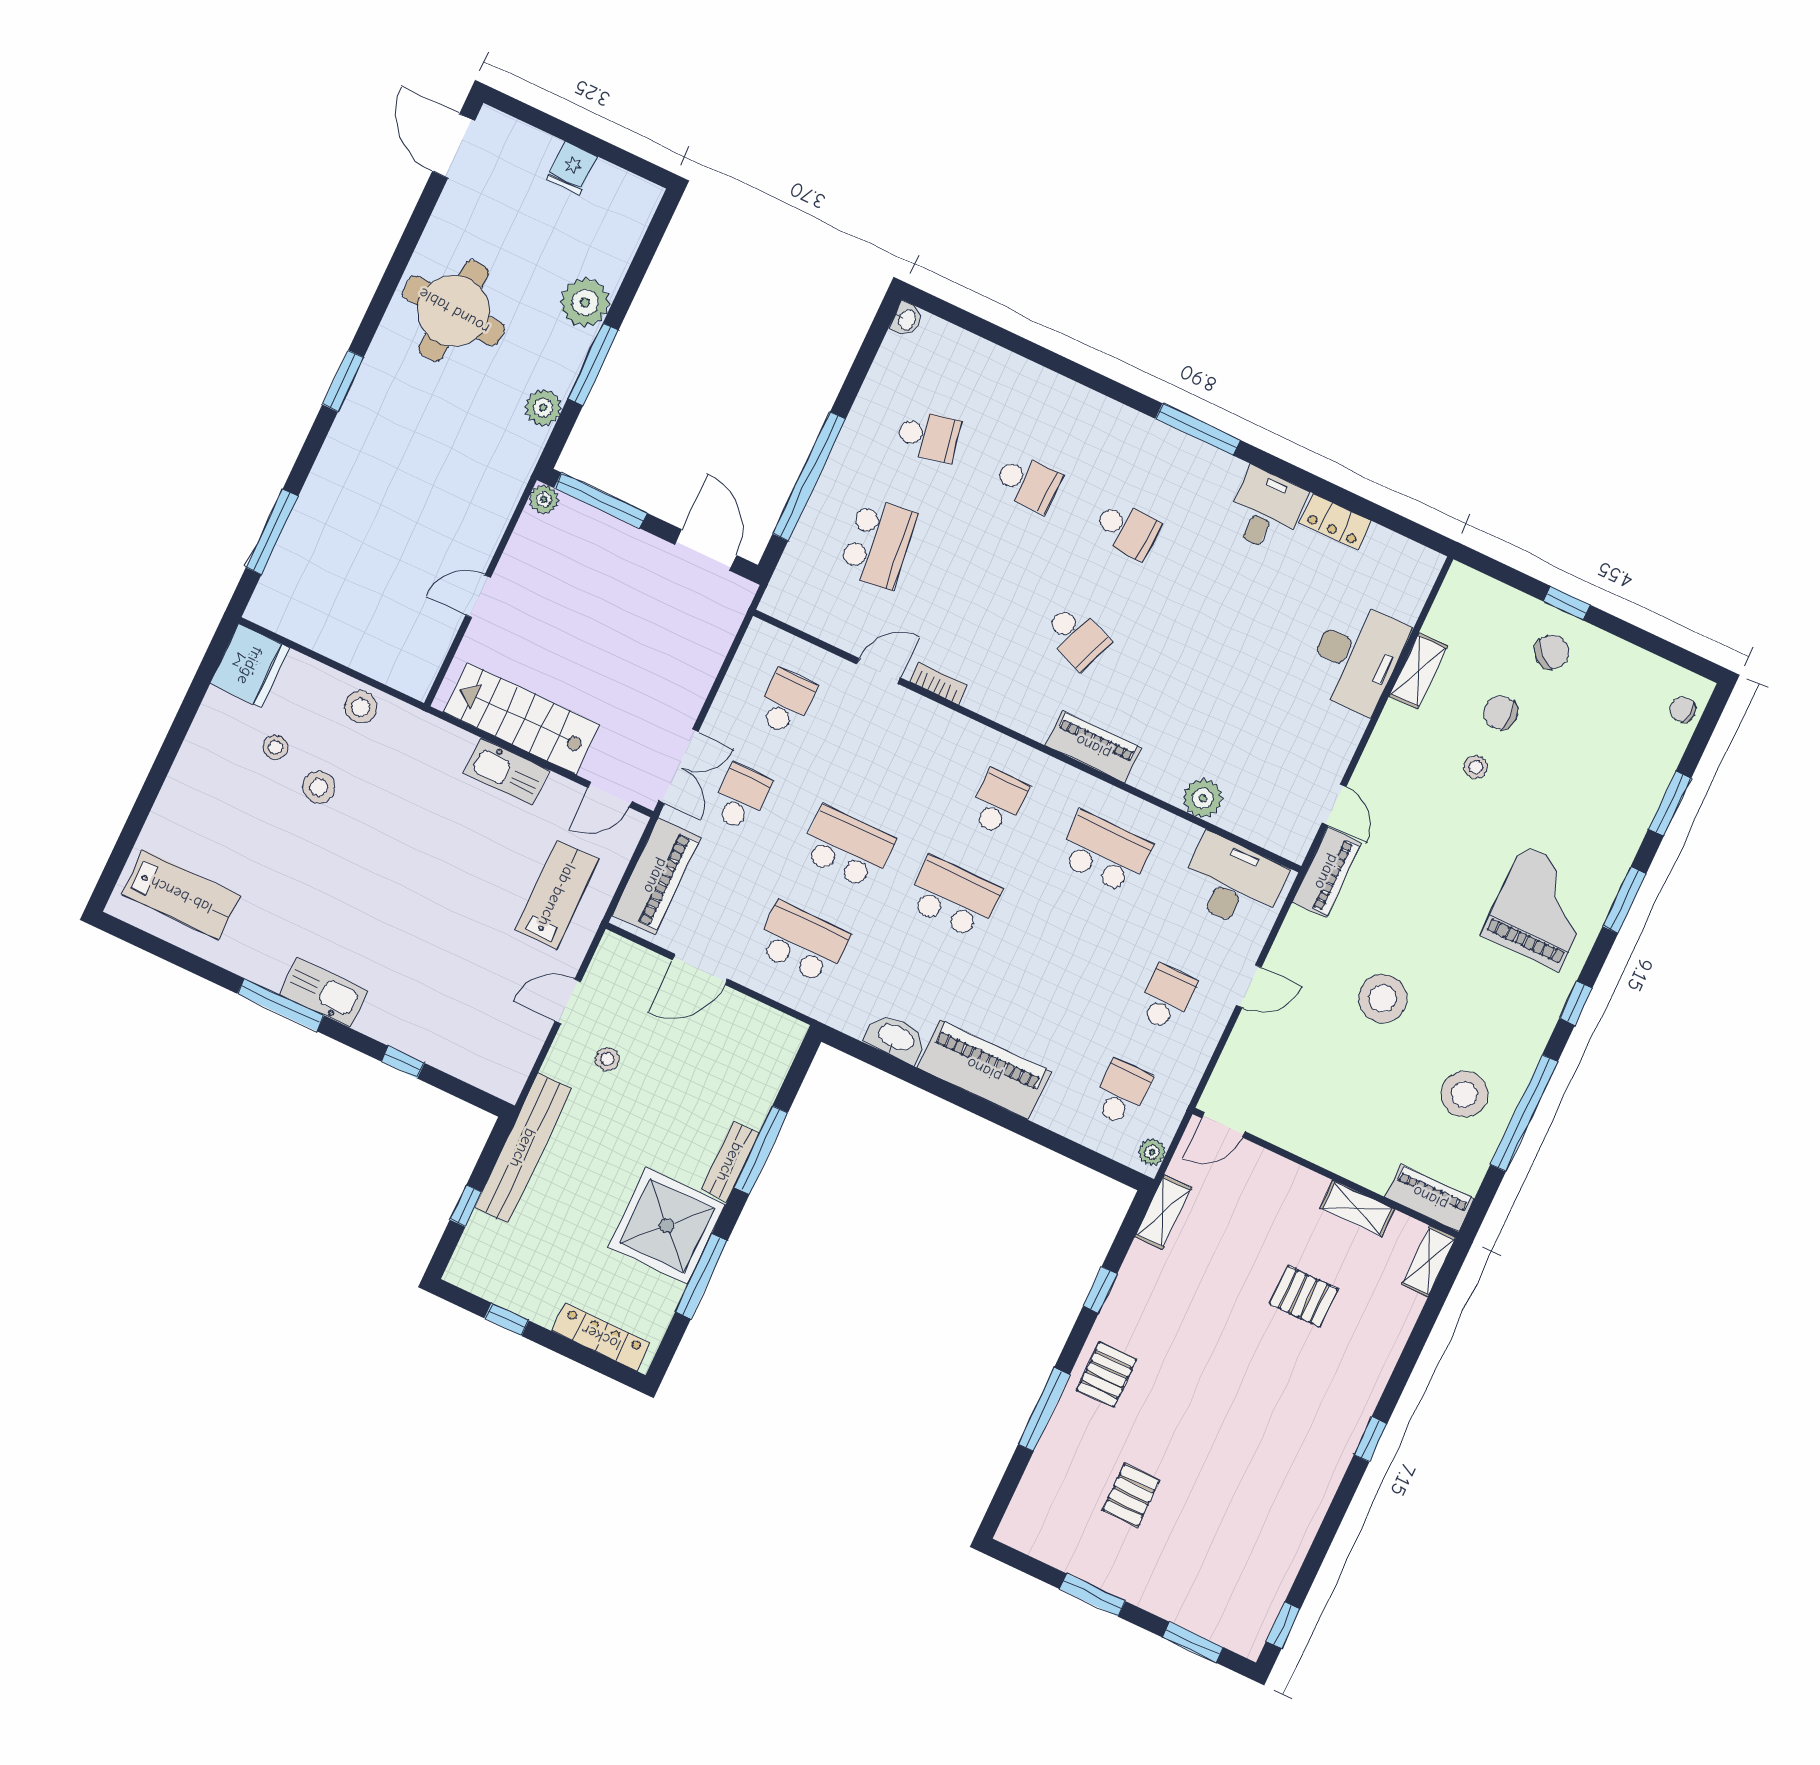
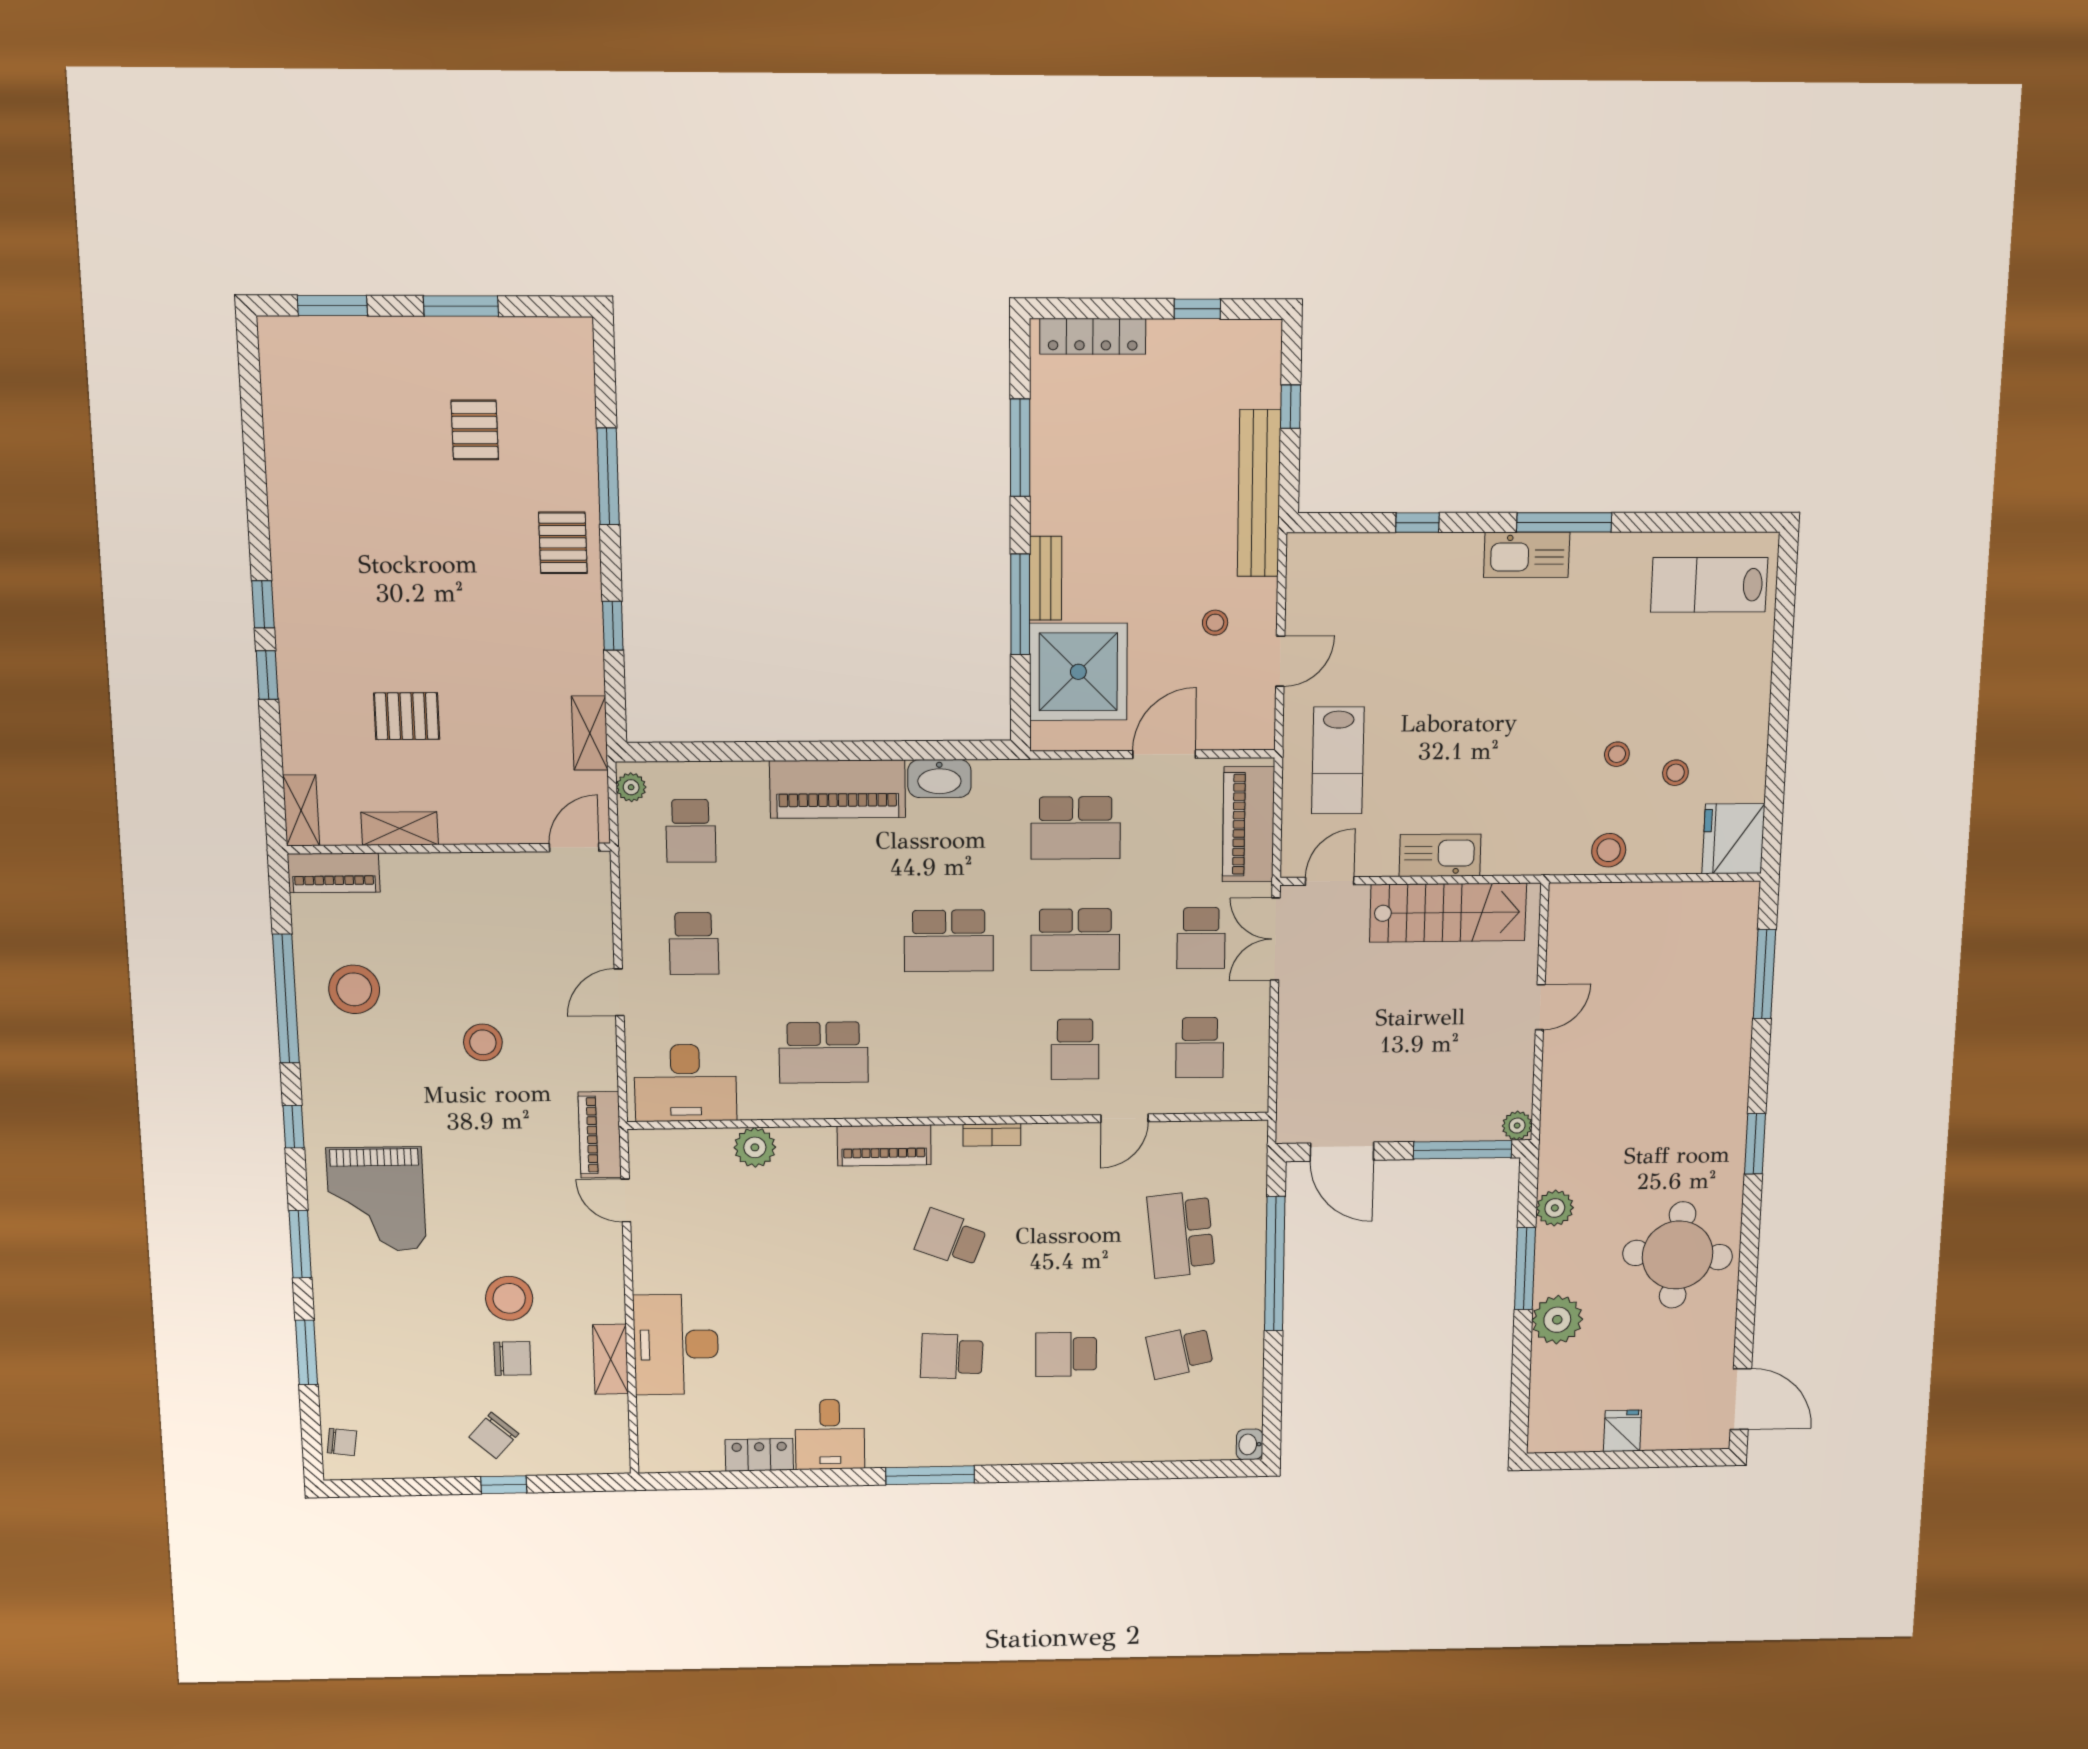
bookcase: (938, 683) -> (992, 1135), moved
stool: (1476, 767) -> (509, 1298), width x1.89, depth x1.89
stool: (319, 787) -> (1617, 754), width x0.73, depth x0.73
school desk: (998, 802) -> (1075, 1049), moved
stool: (1383, 998) -> (483, 1042), width x0.73, depth x0.73
shower: (667, 1226) -> (1078, 672), moved
window: (1283, 1625) -> (267, 675), moved

